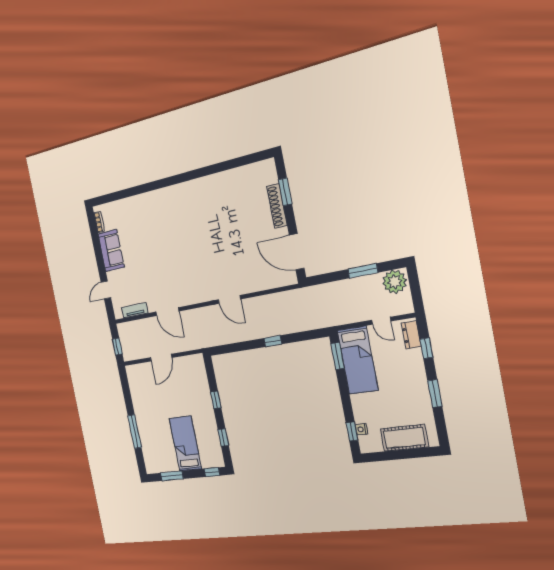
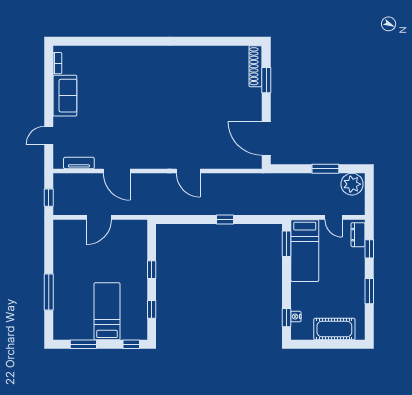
shoe rack: (277, 206) -> (255, 66), moved

